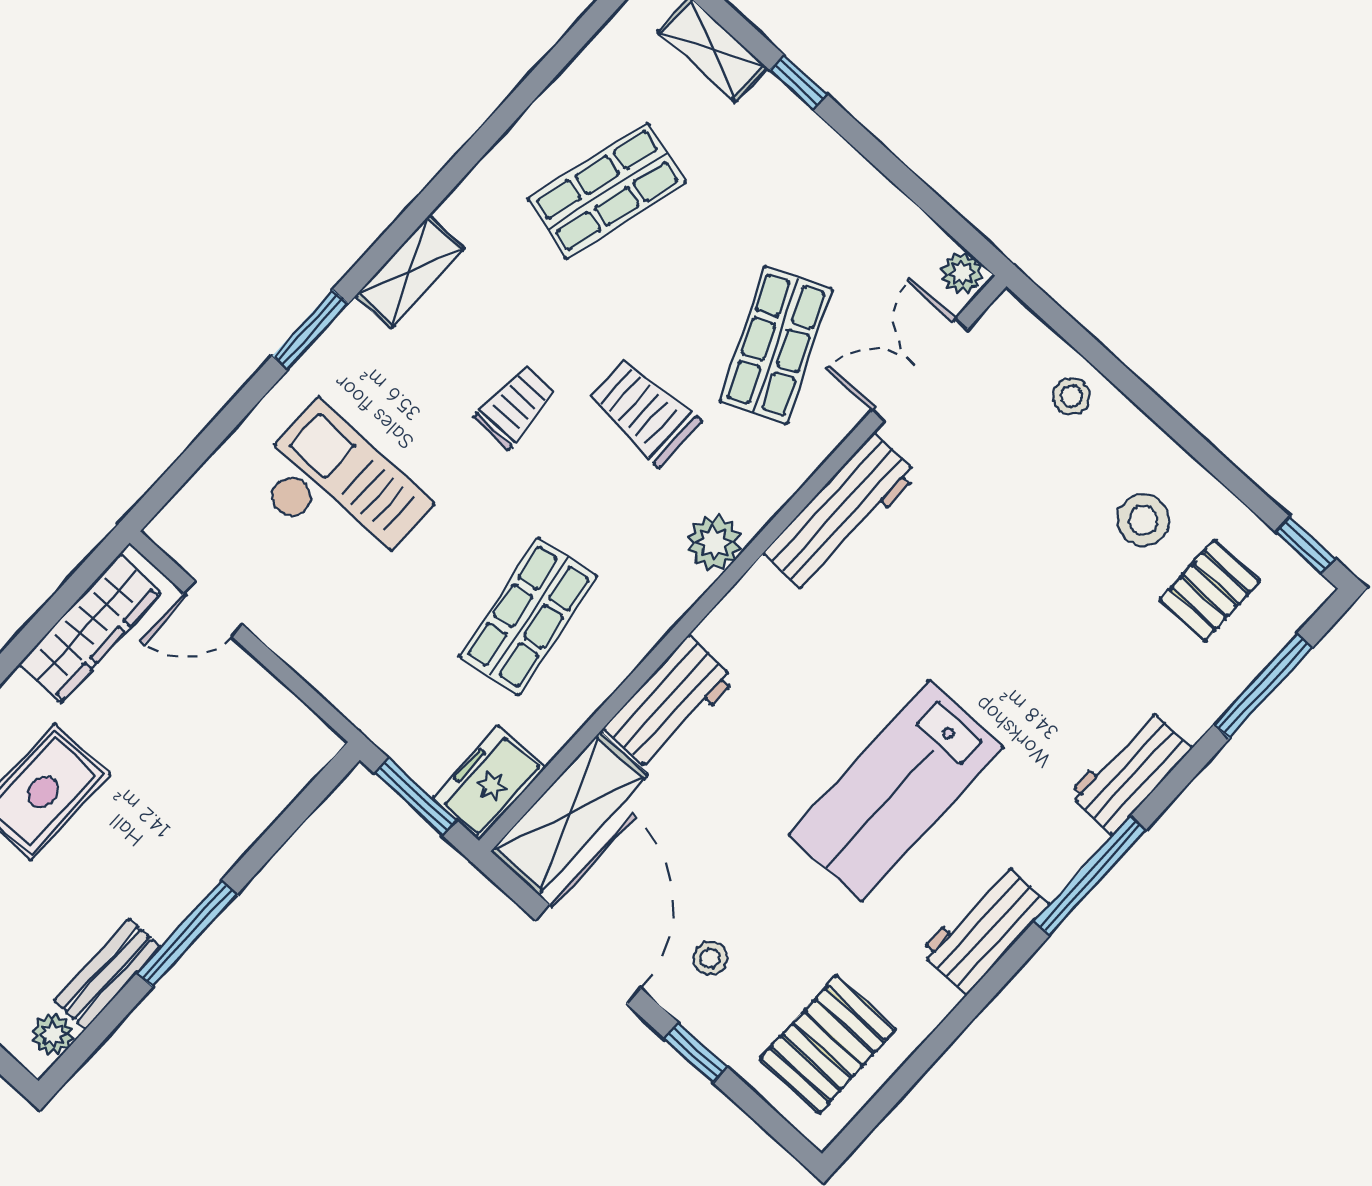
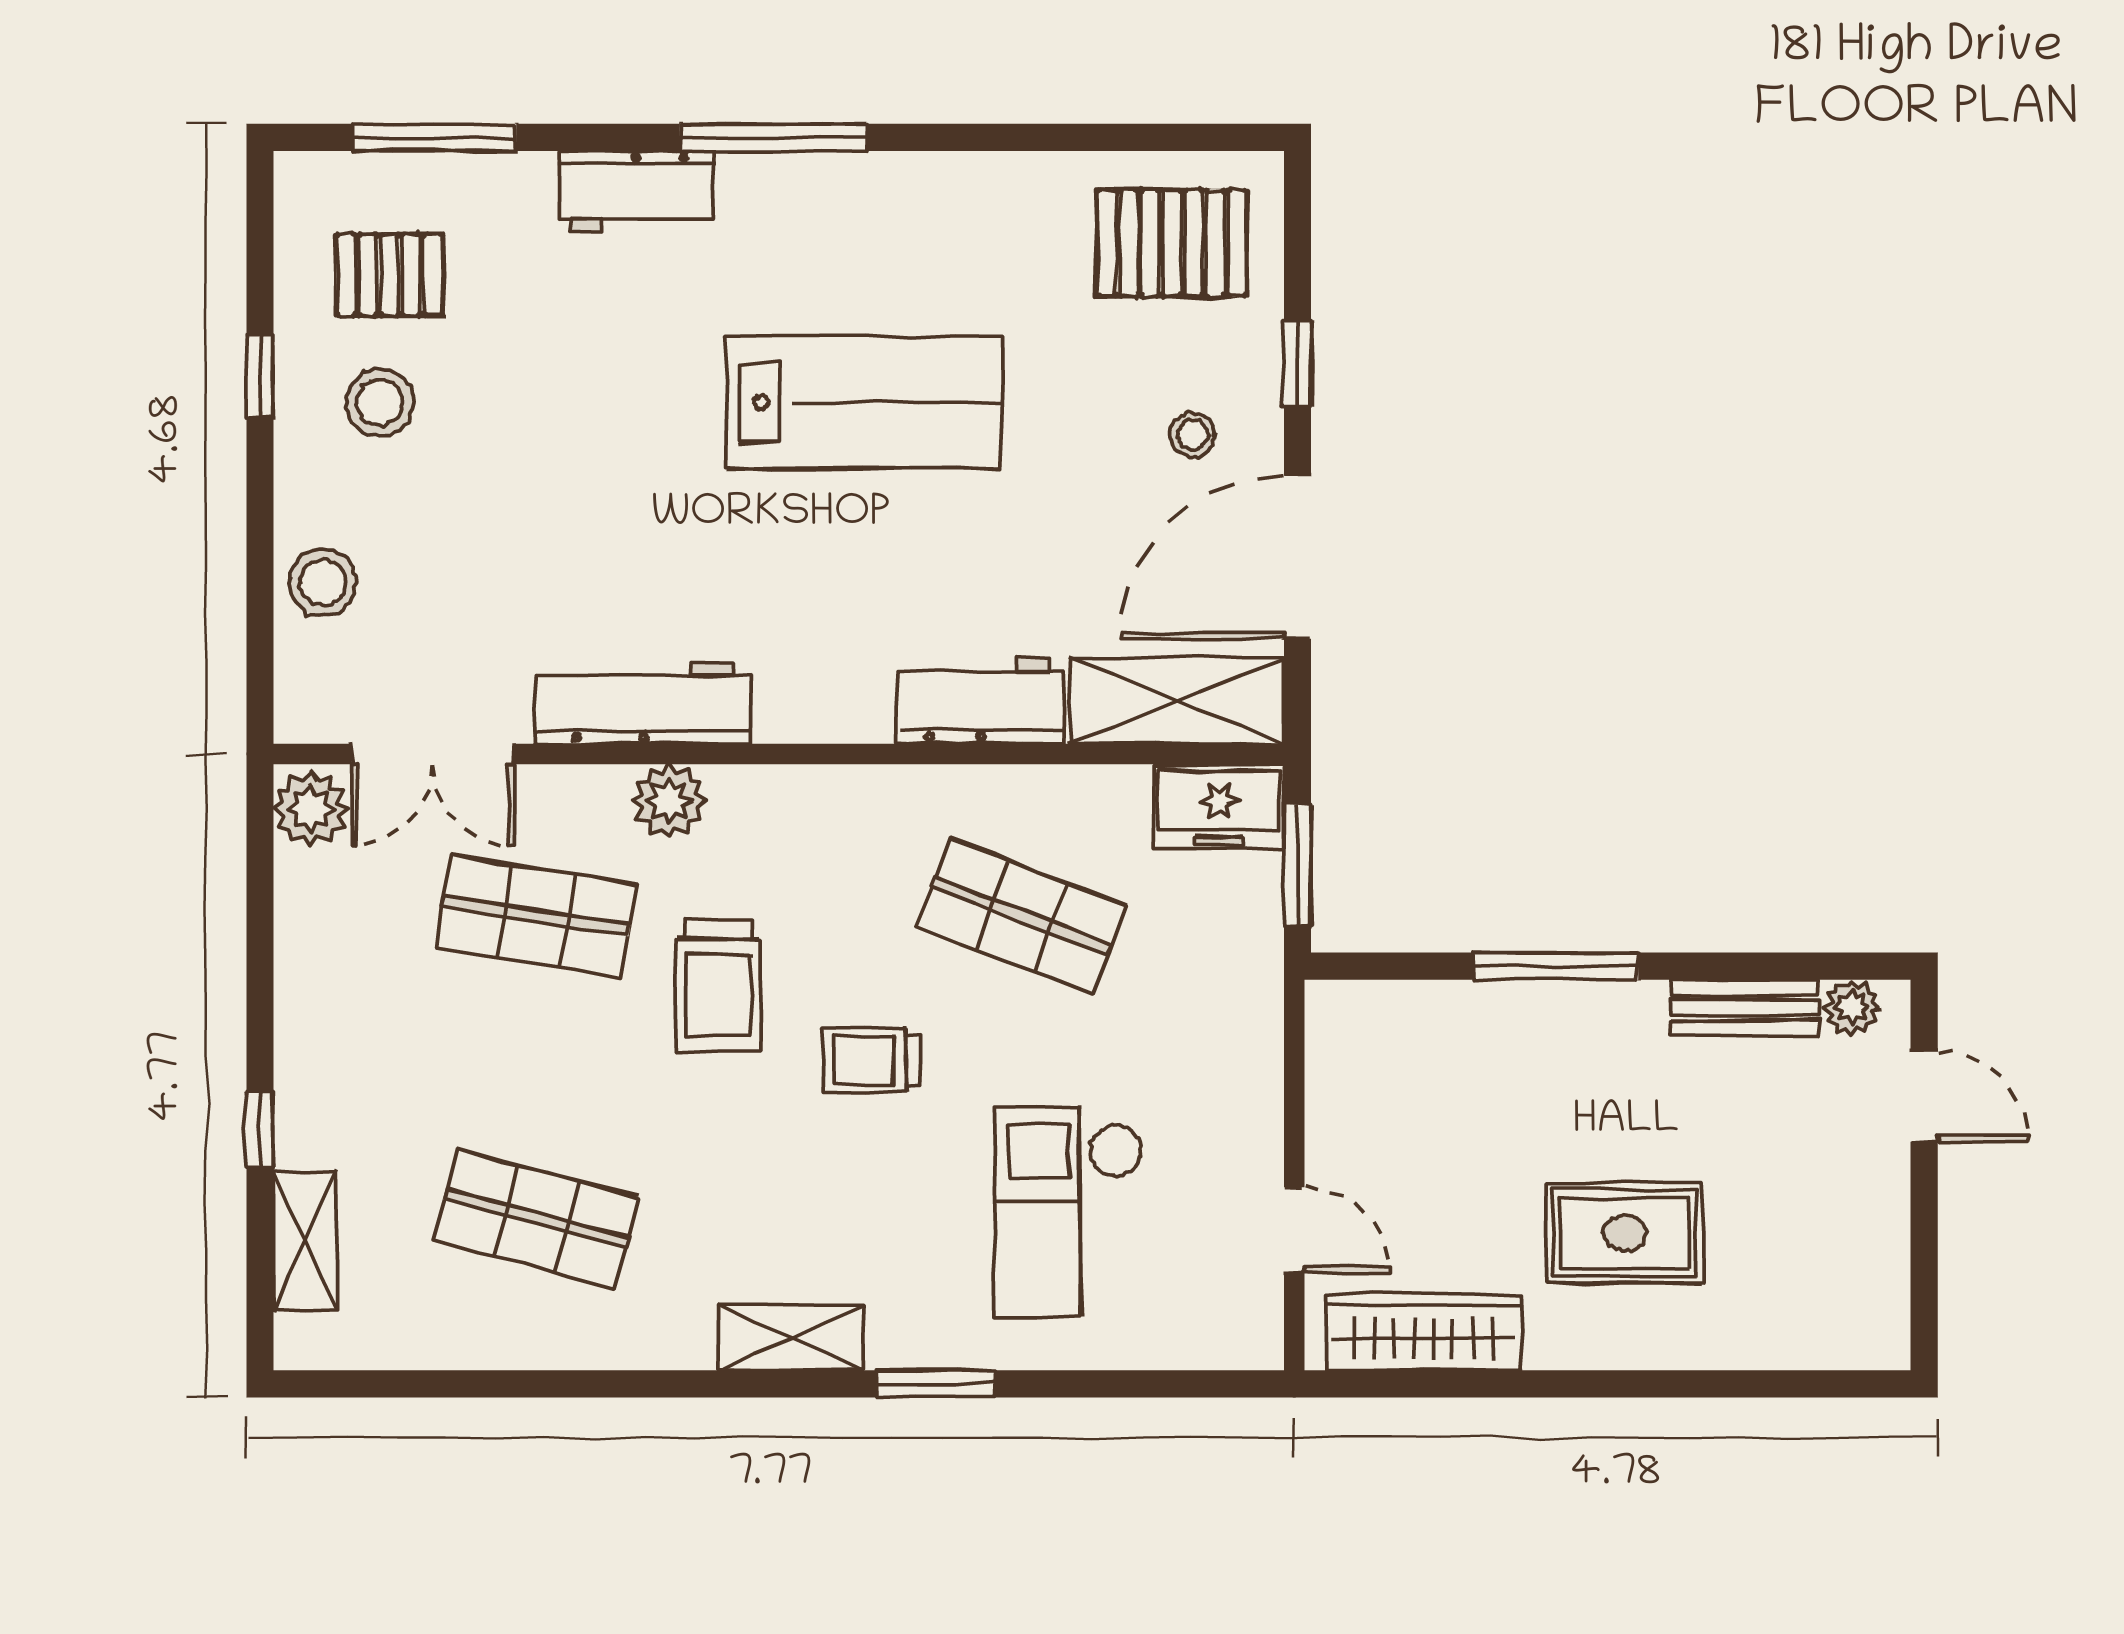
plant: (962, 273) -> (311, 809), width x1.38, depth x1.38
shop shelf: (776, 345) -> (536, 916), turned 33
stool: (1071, 396) -> (323, 582), width x1.37, depth x1.37
trolley: (515, 407) -> (871, 1060), moved
plant: (714, 543) -> (669, 801), moved
window: (1306, 545) -> (260, 376), moved
shop shelf: (528, 616) -> (1021, 916), turned 30
workbench: (985, 928) -> (919, 193), removed
window: (187, 934) -> (1556, 966), moved

